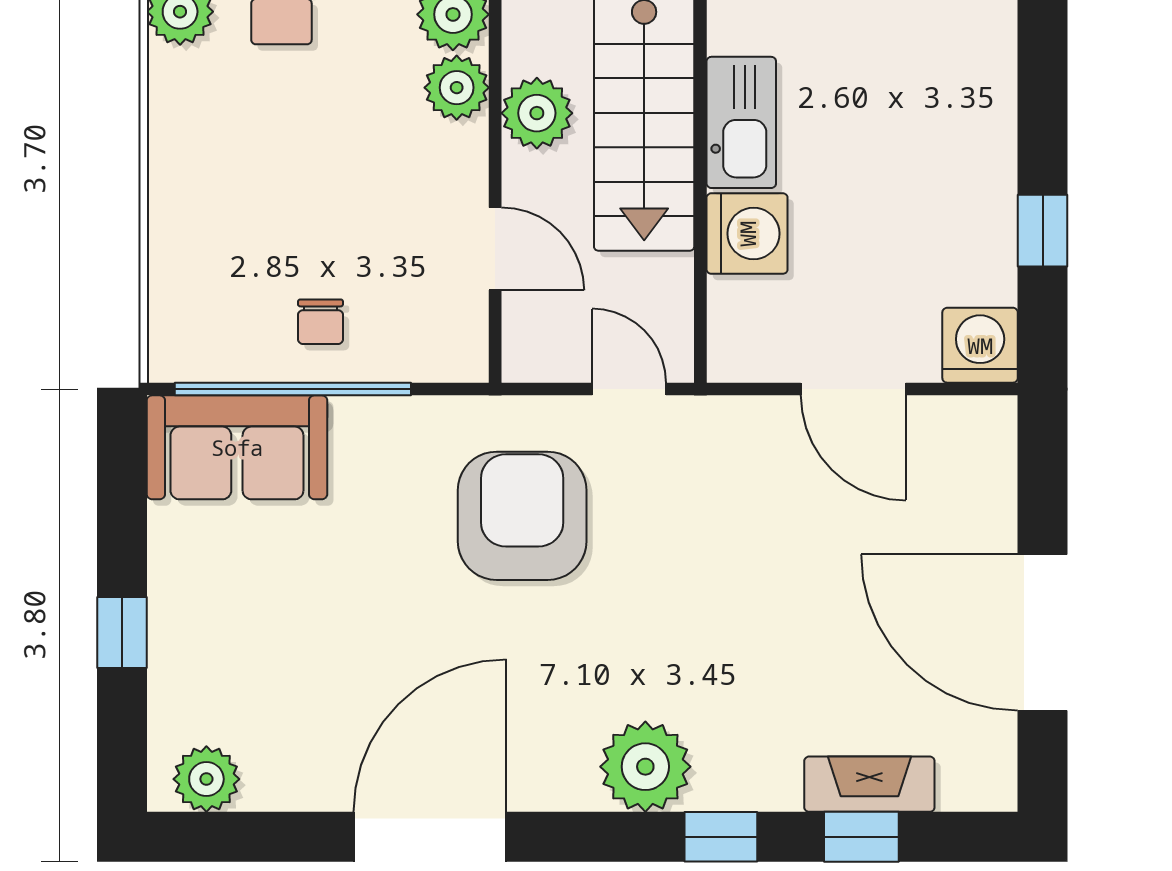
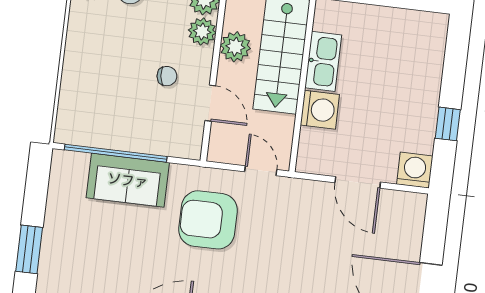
chair: (320, 322) -> (167, 76), moved, turned -97
sofa: (237, 447) -> (128, 180), moved
armchair: (522, 516) -> (208, 220), turned -90
window: (122, 632) -> (29, 249), width x1.50

